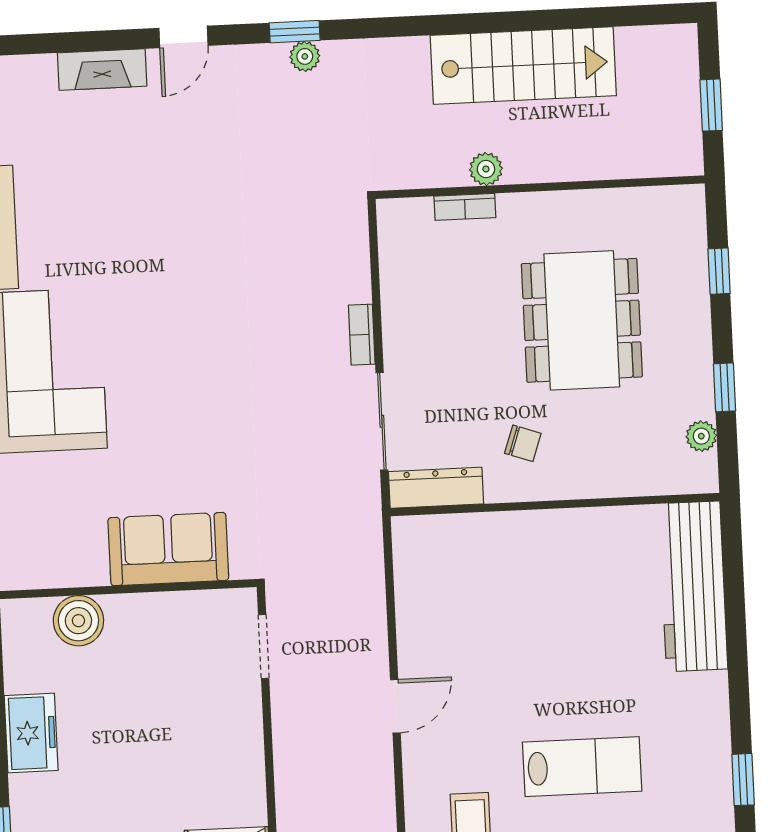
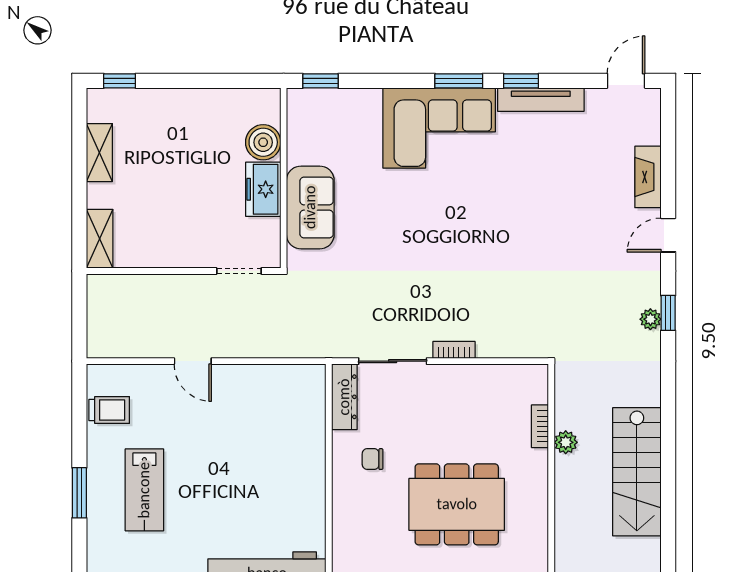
door: (184, 37) -> (668, 235), hinge flipped
chair: (523, 443) -> (373, 459), turned 71
freezer: (31, 733) -> (263, 189), moved, turned 90

